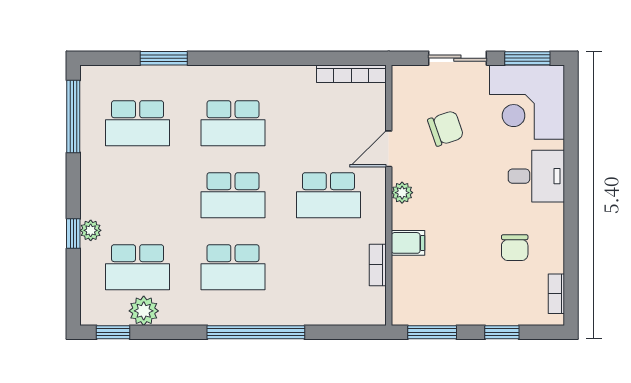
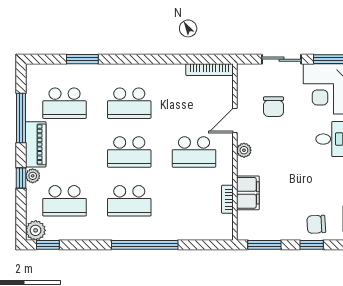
window: (73, 116) -> (21, 118), moved
chair: (446, 128) -> (273, 107), turned 109
piano: (95, 184) -> (36, 144), added
filing cabinet: (408, 243) -> (248, 193), width x2.00
chair: (515, 248) -> (316, 224), moved, turned 87
plant: (144, 311) -> (36, 230), moved

